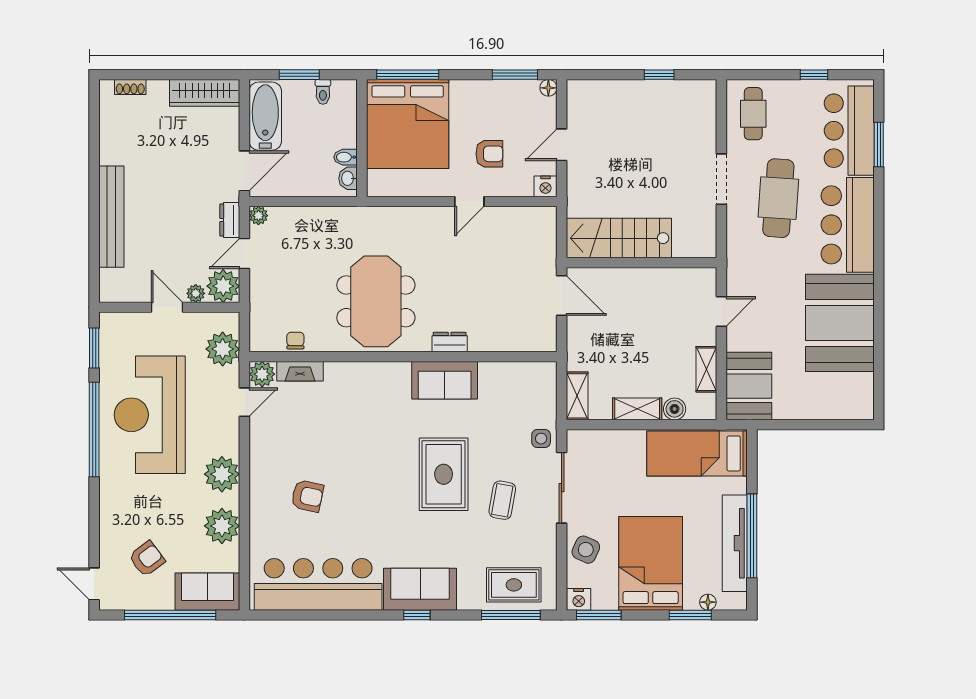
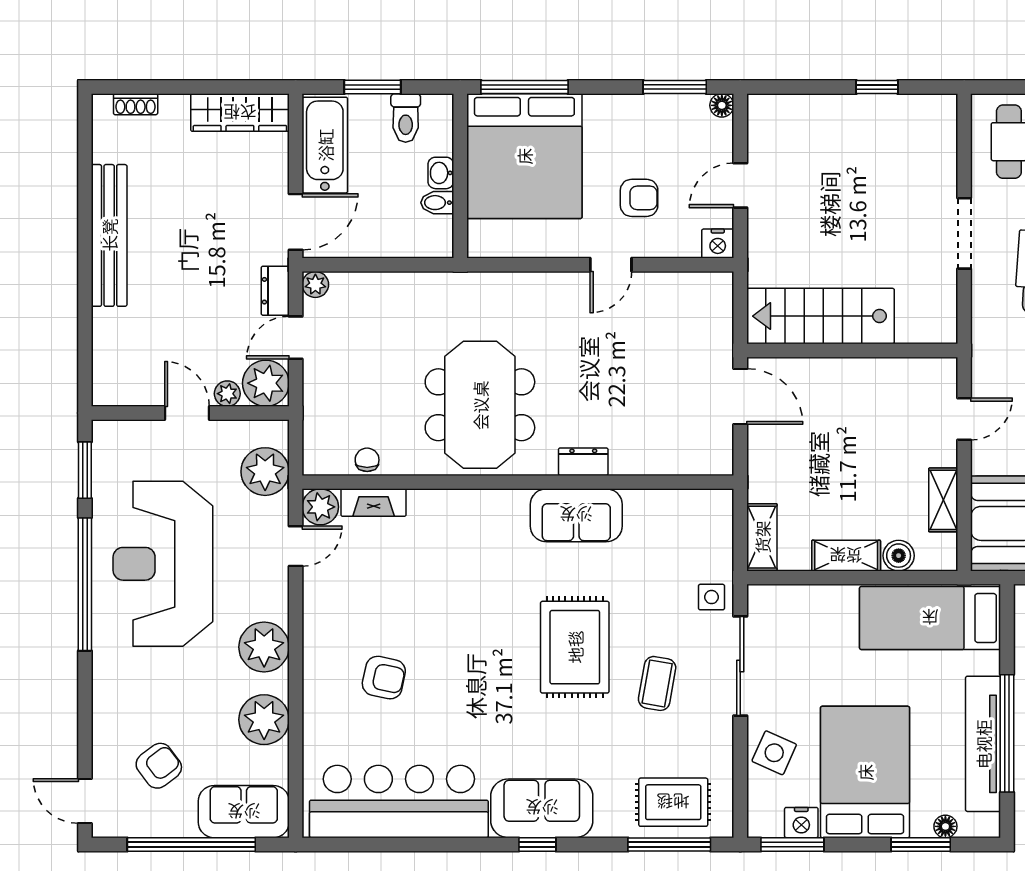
toilet: (323, 92) -> (406, 118), width x1.37, depth x1.39
washbasin: (348, 178) -> (441, 173), moved
bench: (111, 217) -> (109, 235), moved
nightstand: (579, 599) -> (801, 823), moved

